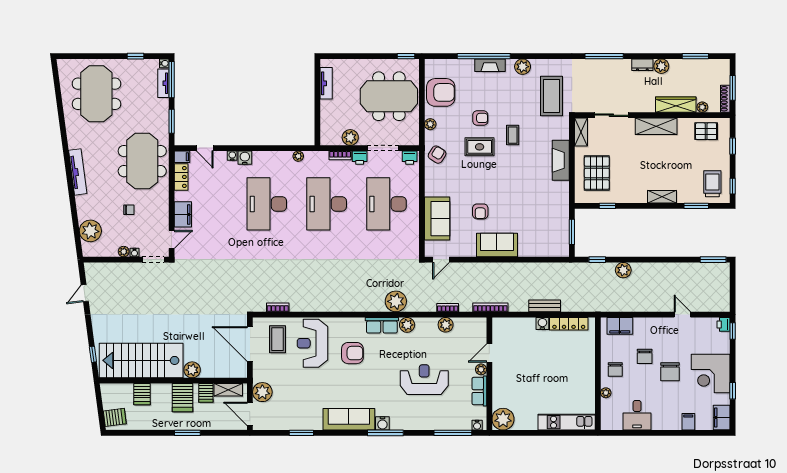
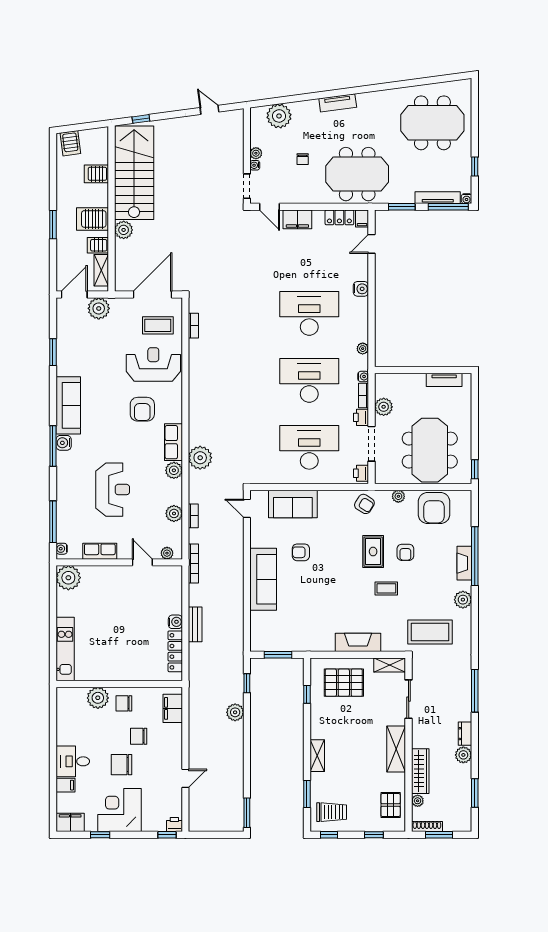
tv unit: (163, 83) -> (438, 198), width x1.41
water cooler: (232, 156) -> (363, 377), moved
tv unit: (78, 172) -> (338, 103), width x0.71
sofa: (497, 245) -> (263, 579), width x1.36
plant: (481, 369) -> (167, 553), moved
plant: (606, 393) -> (98, 698), width x1.88, depth x1.88
desk: (637, 415) -> (73, 761), moved

